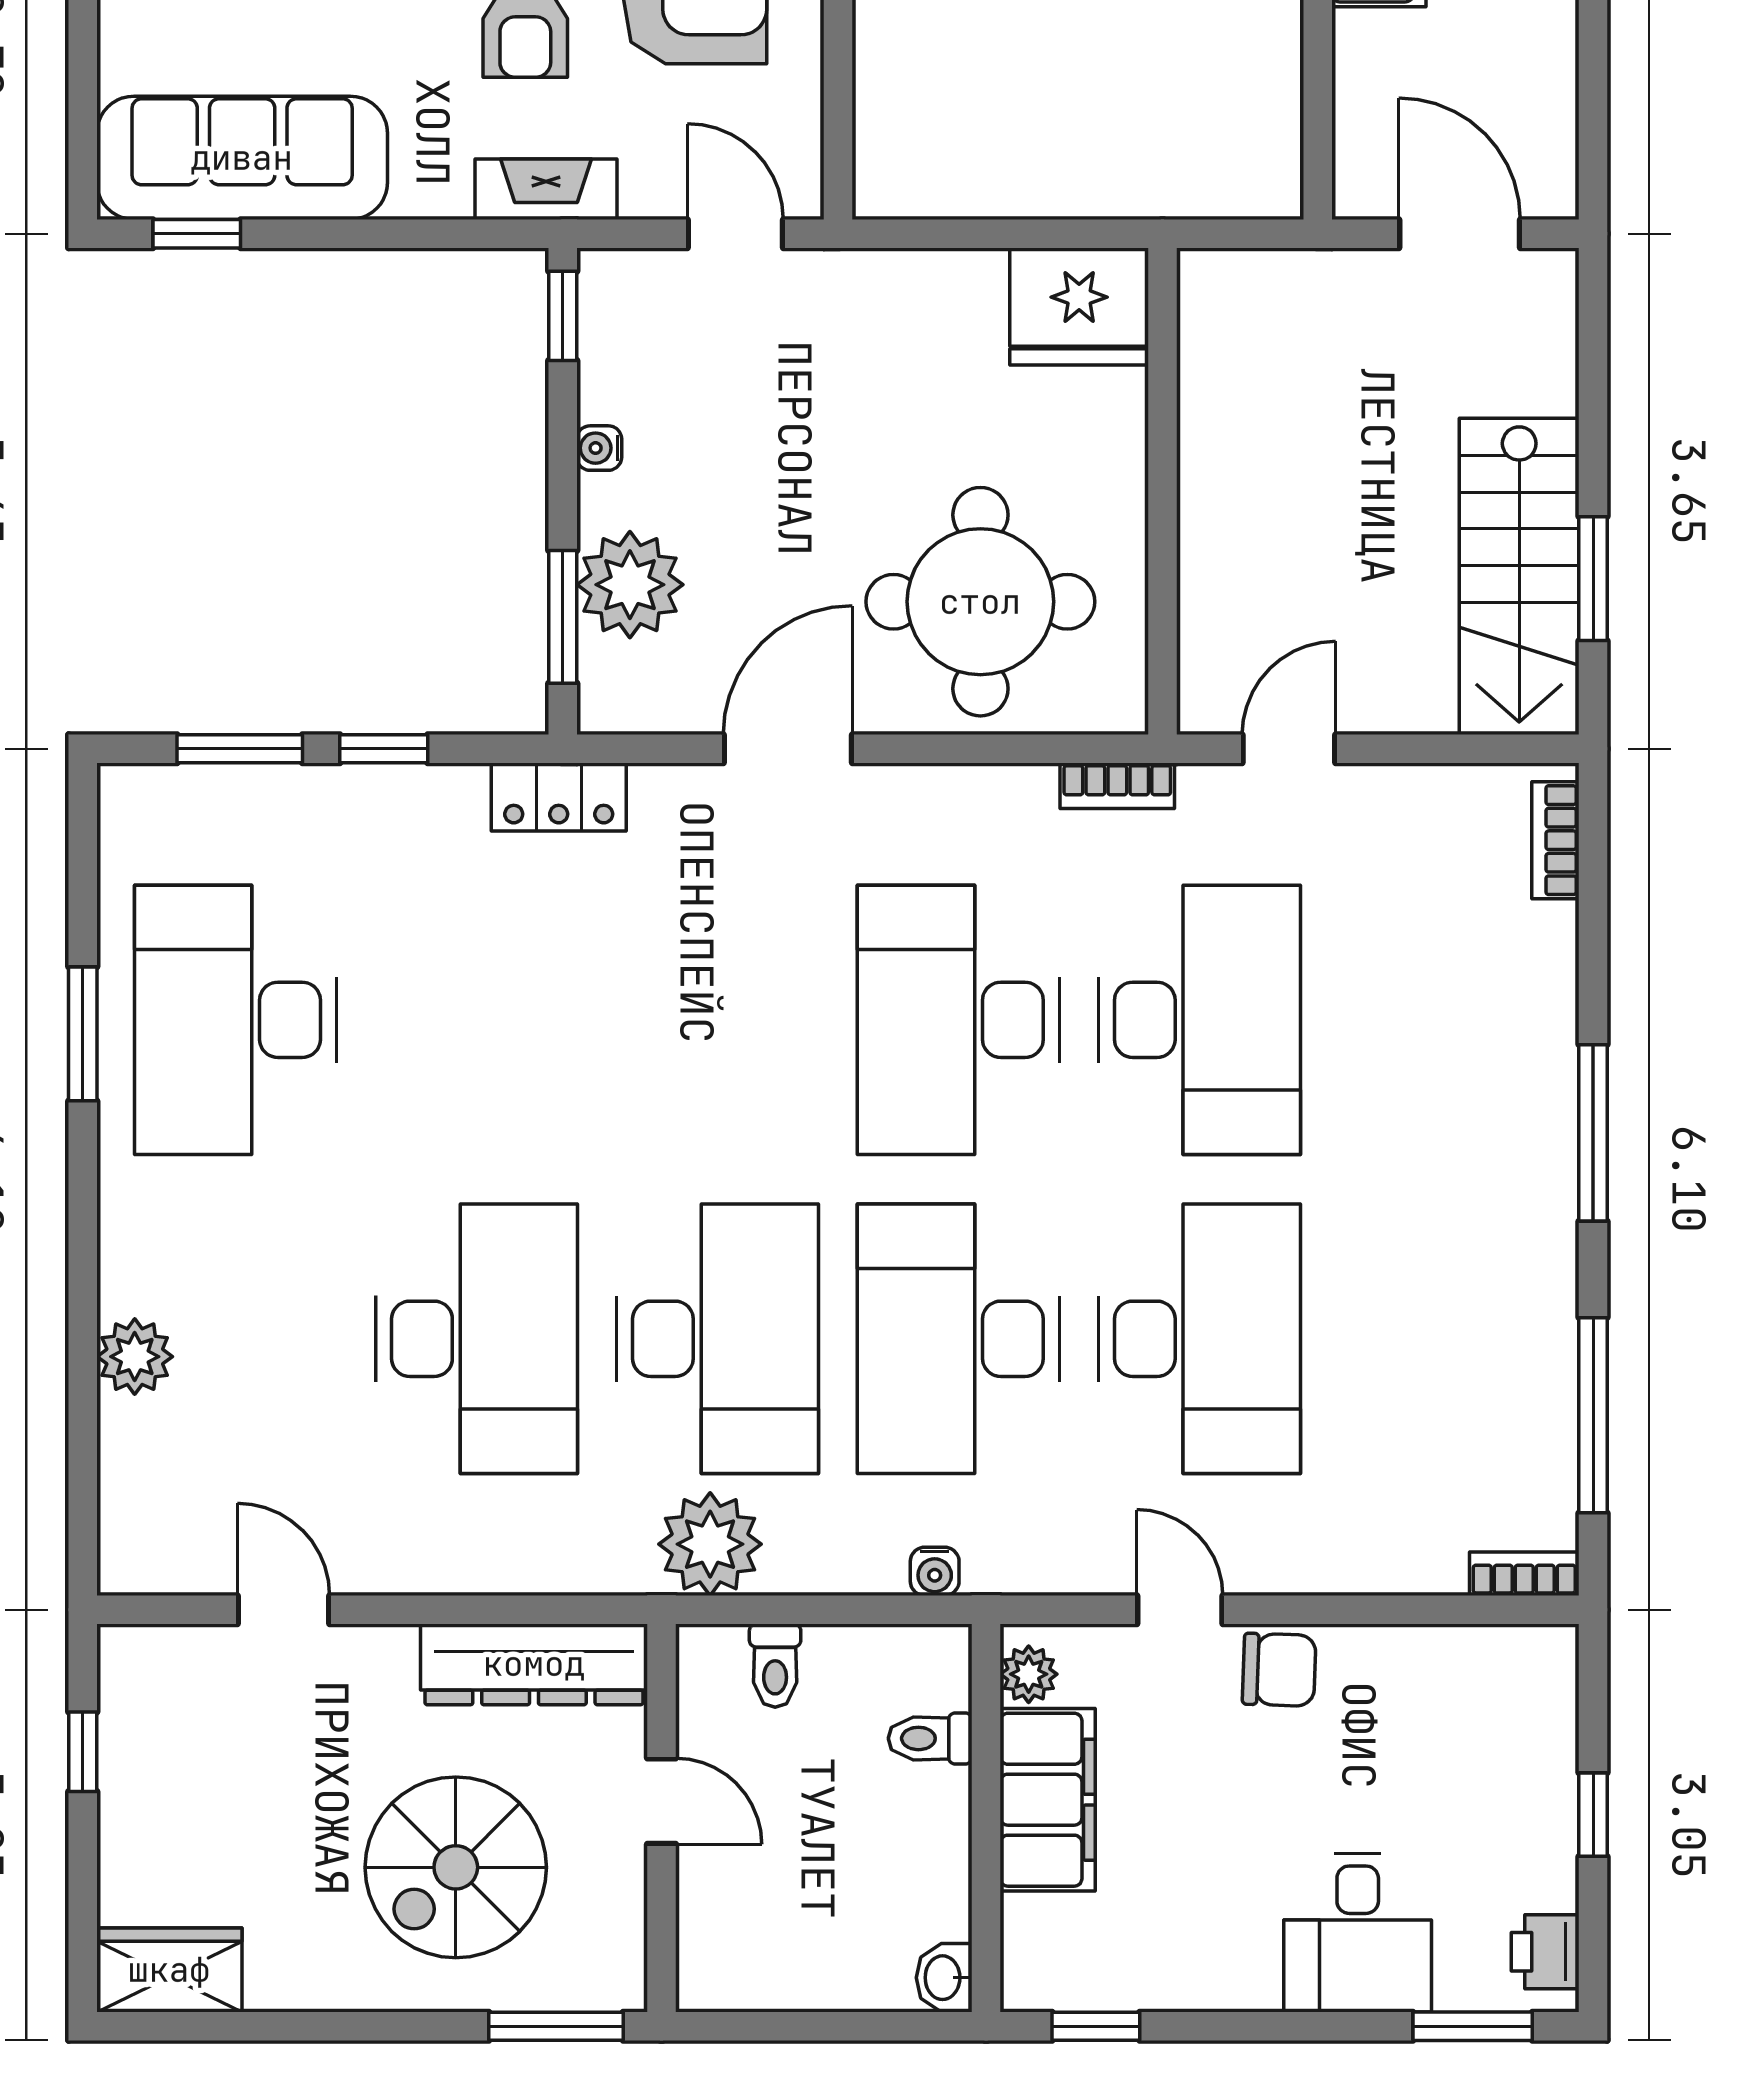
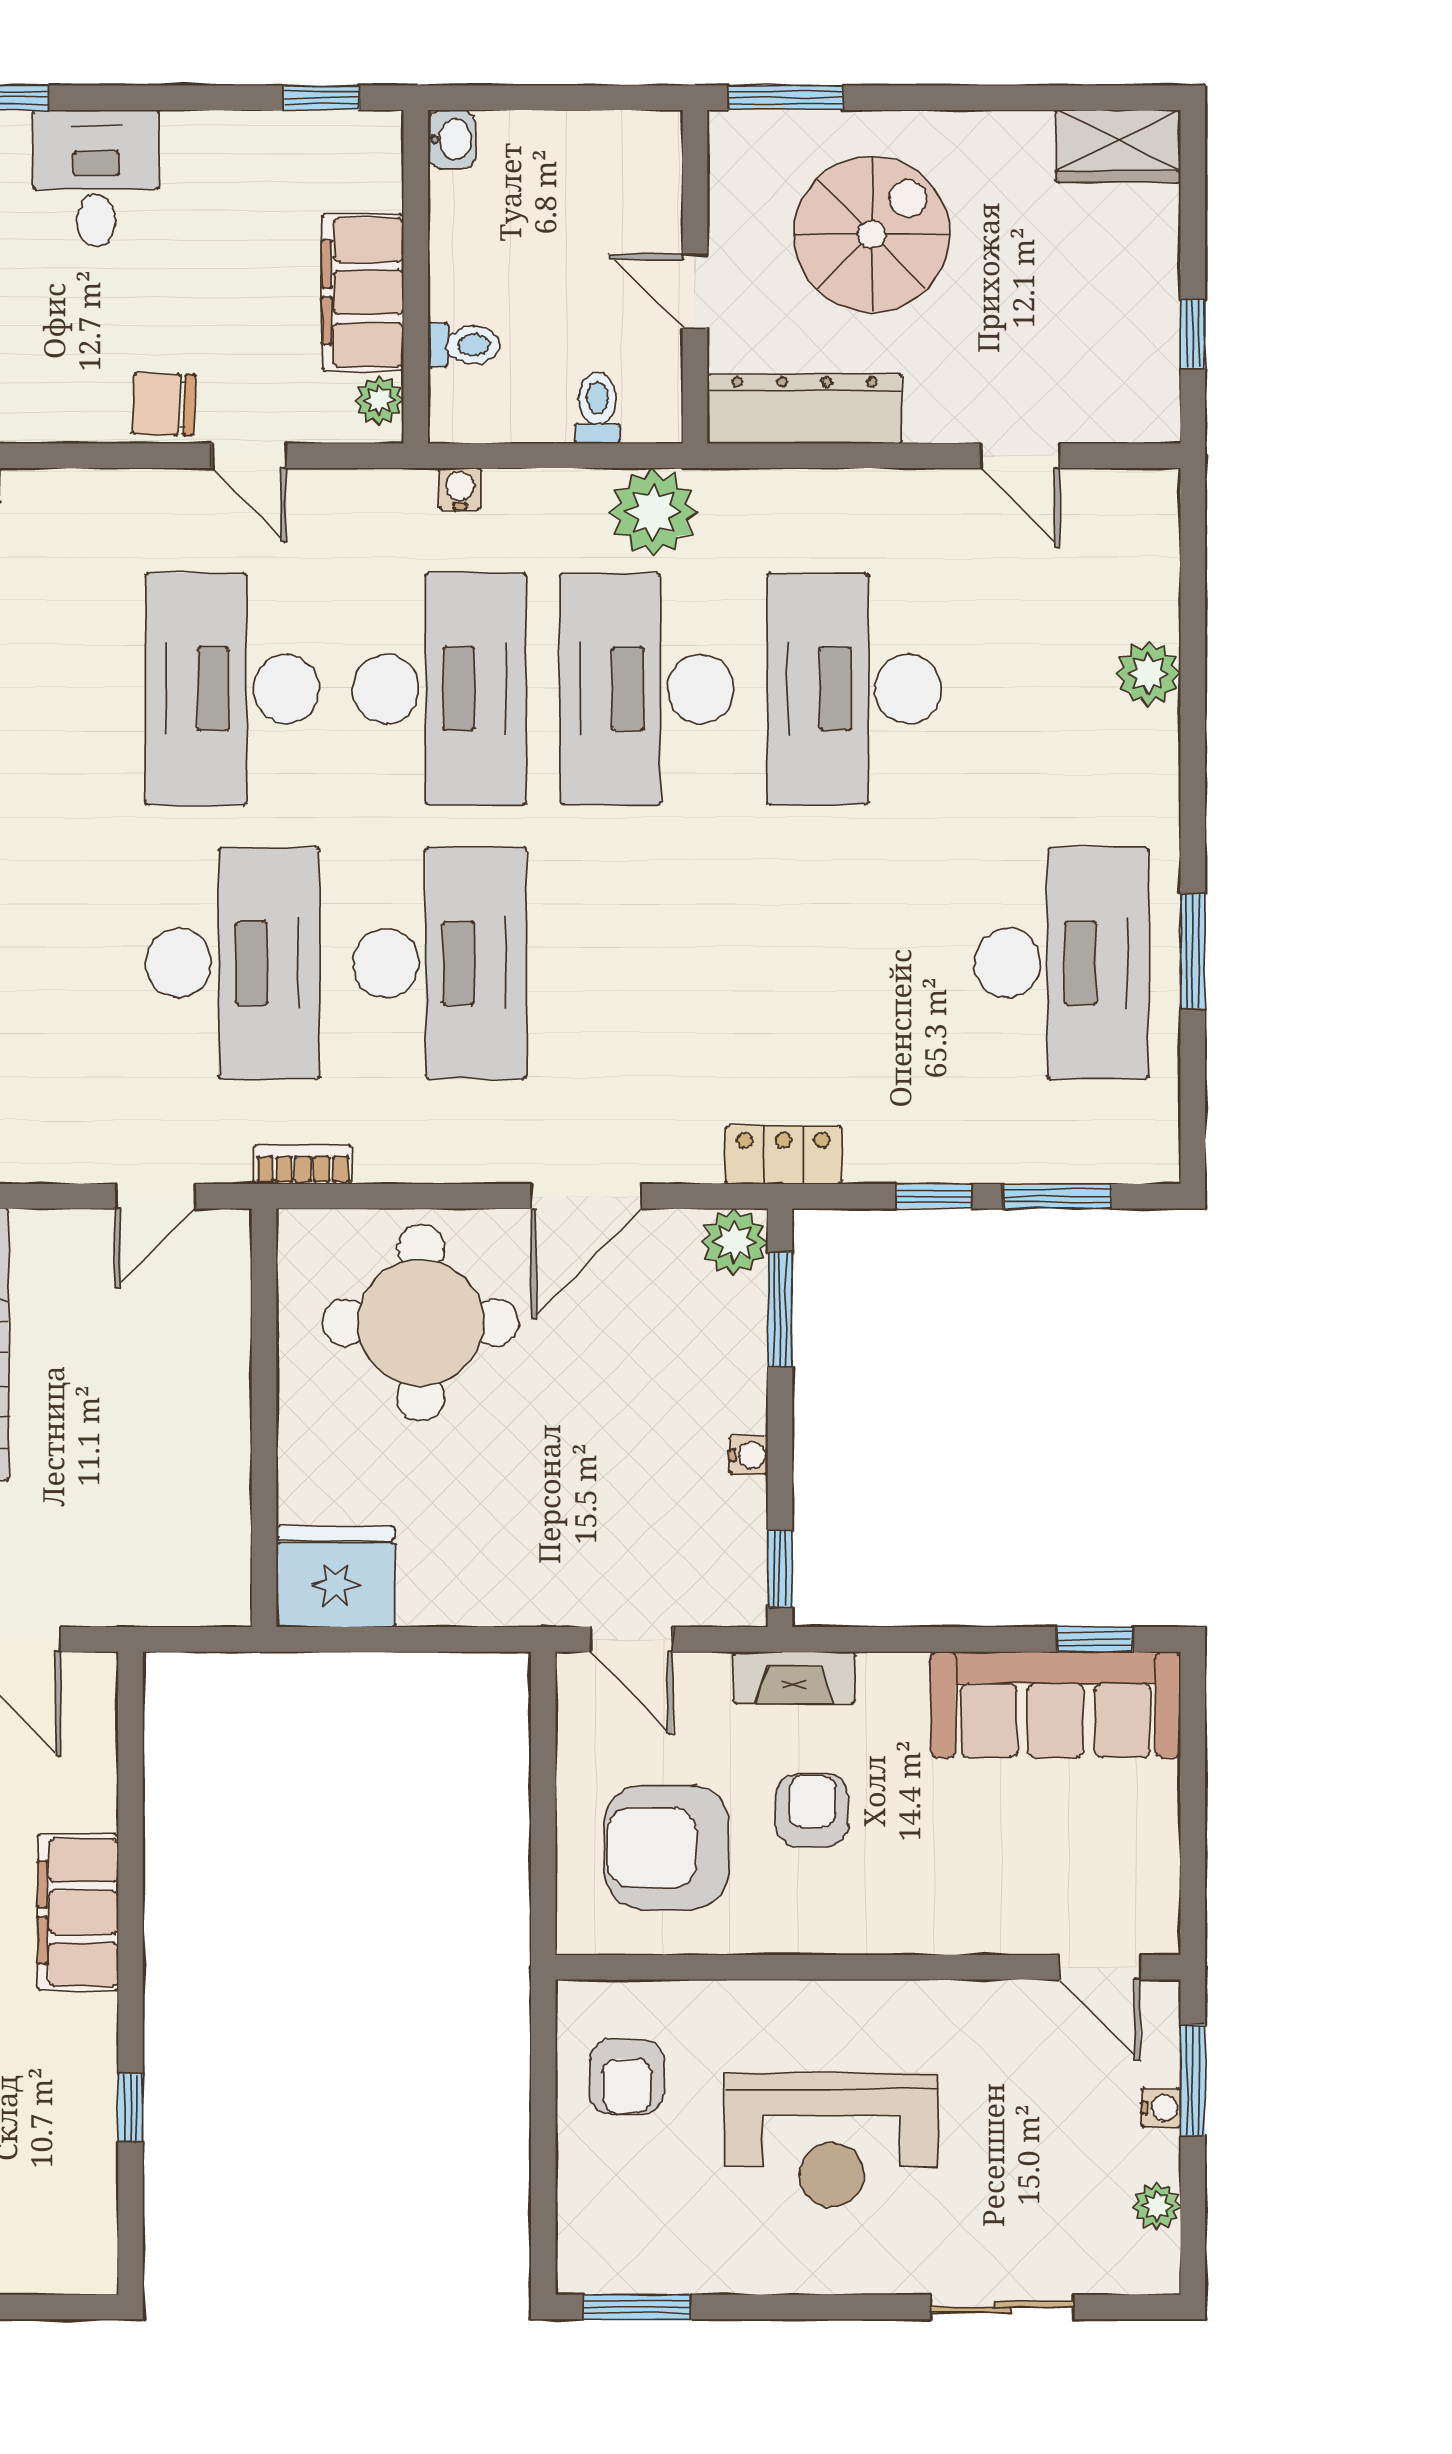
plant: (630, 585) -> (734, 1242), moved, width x0.73, depth x0.73
desk: (1199, 1020) -> (232, 963), turned 180

